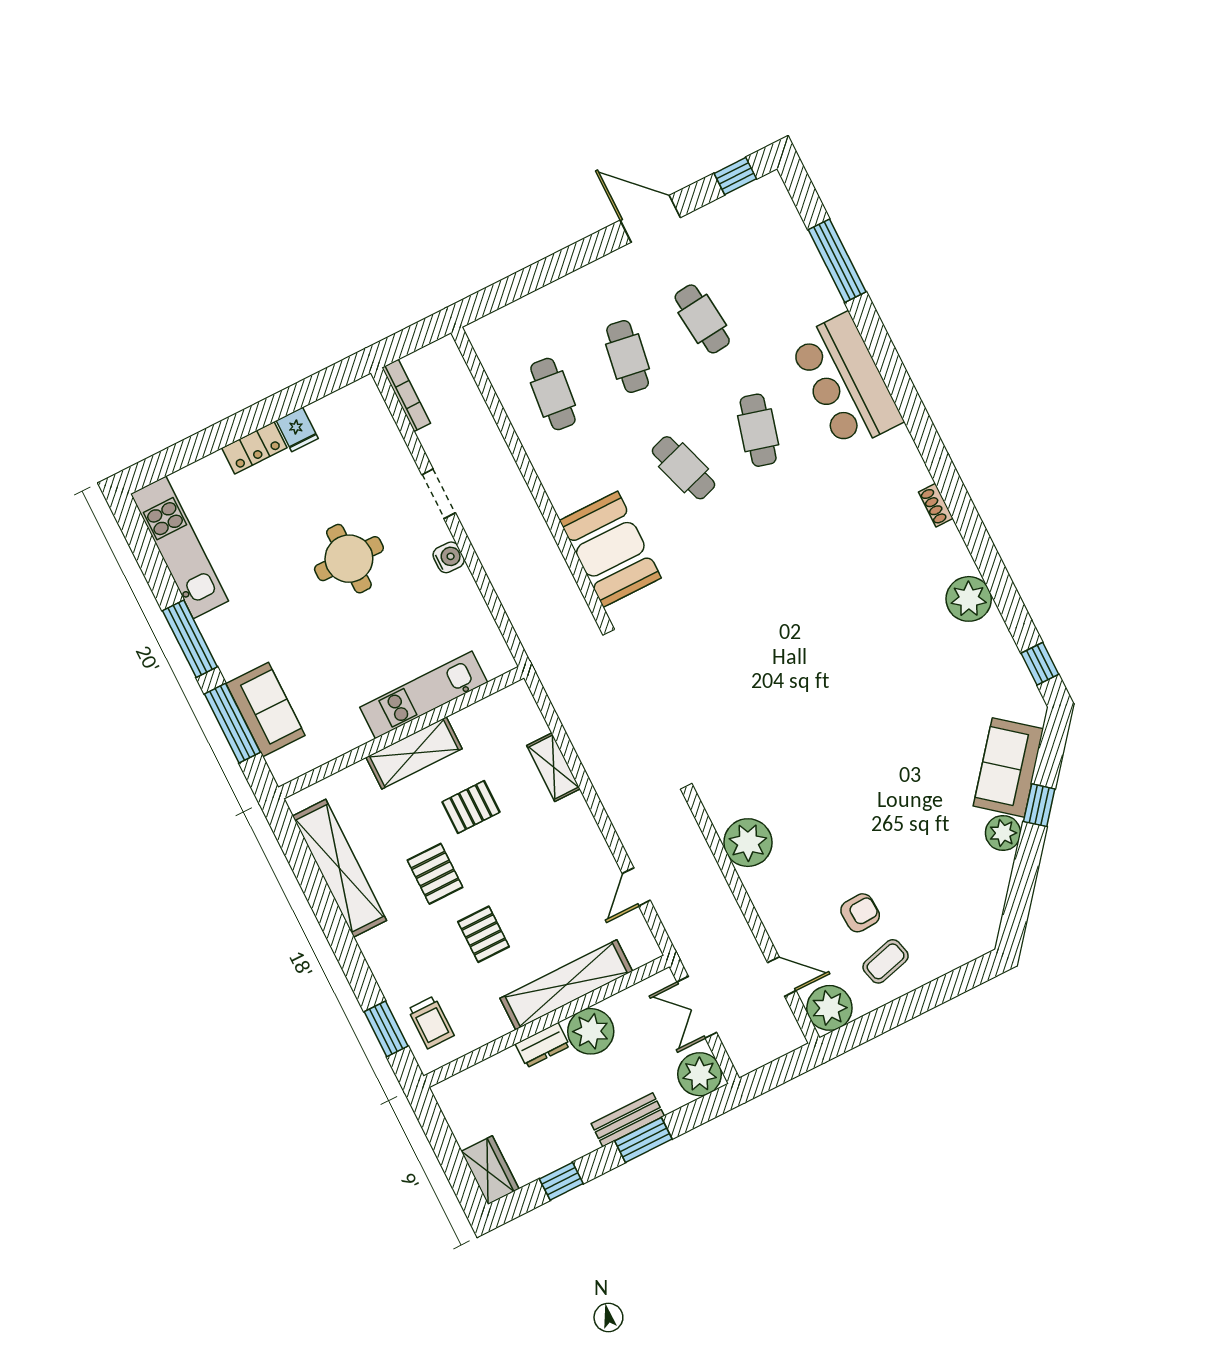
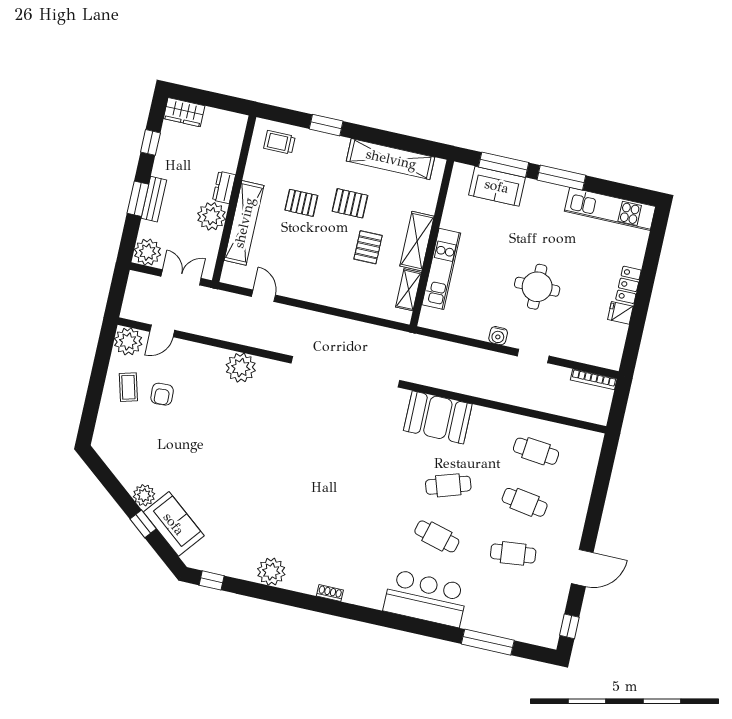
shelving: (553, 767) -> (408, 290), moved, turned 90
window: (386, 1029) -> (326, 125), moved

